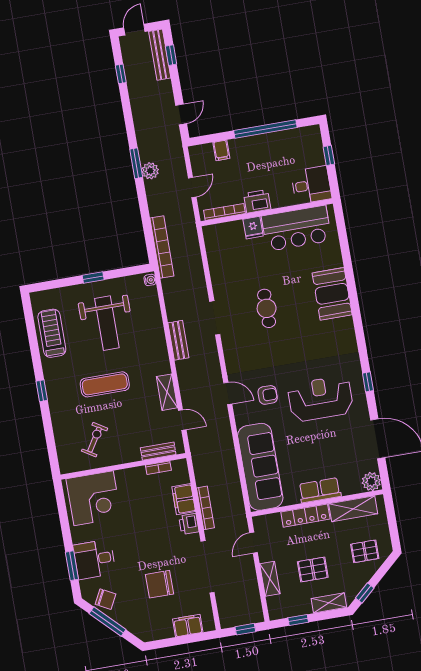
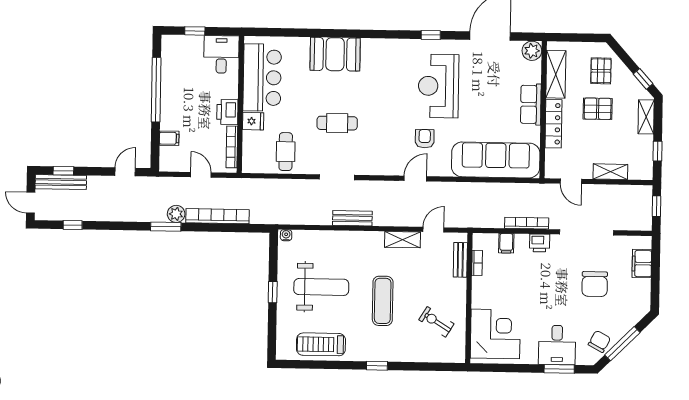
door: (181, 114) -> (125, 172), hinge flipped
bookcase: (162, 247) -> (218, 216), moved
cafe table: (230, 264) -> (286, 152), added
filing cabinet: (184, 499) -> (506, 243), width x0.50
pallet: (313, 569) -> (598, 109), moved, turned 90

